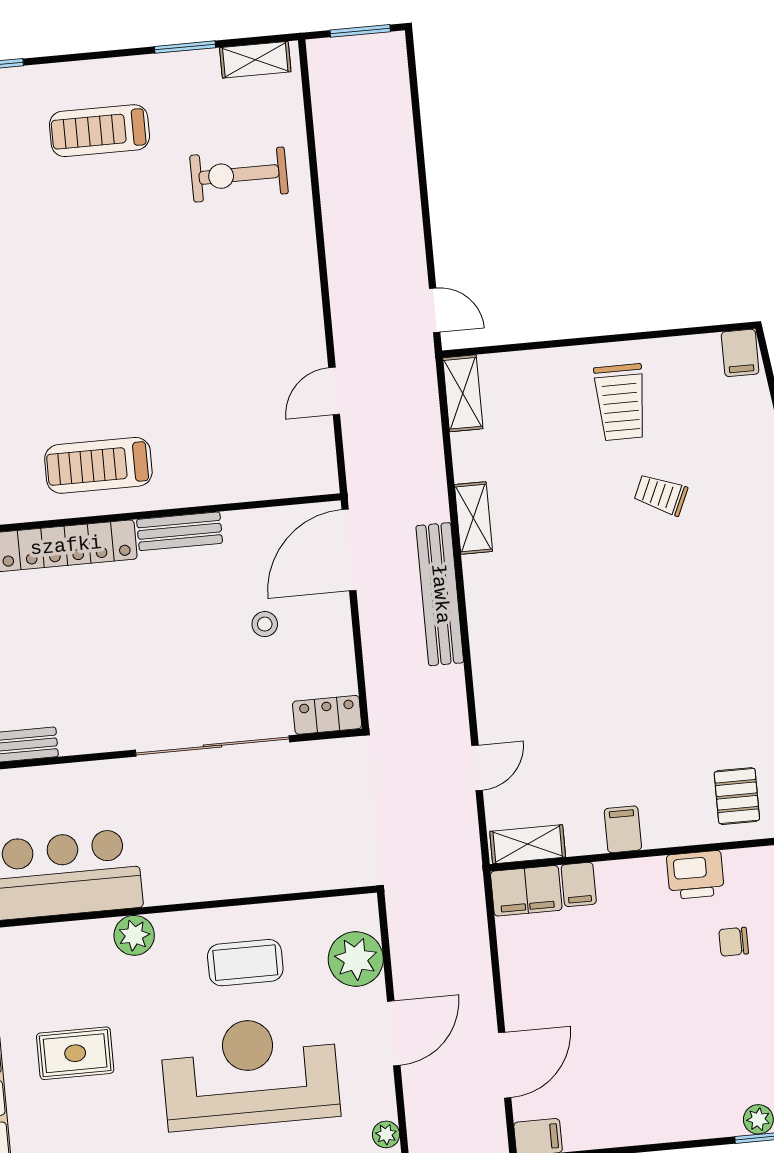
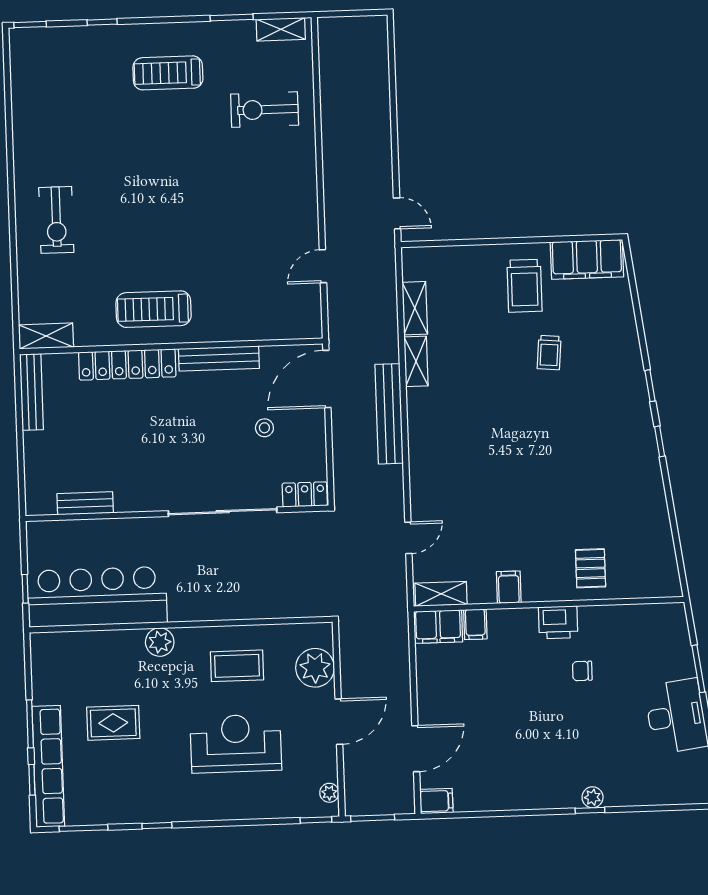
window: (360, 31) -> (356, 13), removed
filing cabinet: (740, 353) -> (587, 259), width x3.00, depth x1.17
shelving: (463, 393) -> (415, 308), moved
trolley: (661, 495) -> (549, 353), turned -109
bench: (180, 531) -> (219, 358), width x1.36
reception desk: (250, 1072) -> (236, 744), width x0.74, depth x0.77

